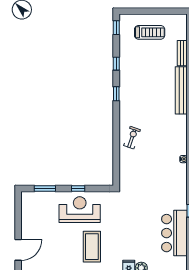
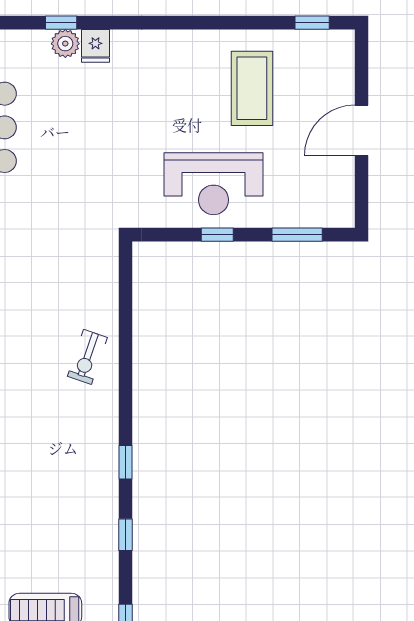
coffee table: (92, 247) -> (252, 88), moved
door: (18, 250) -> (361, 130), moved

